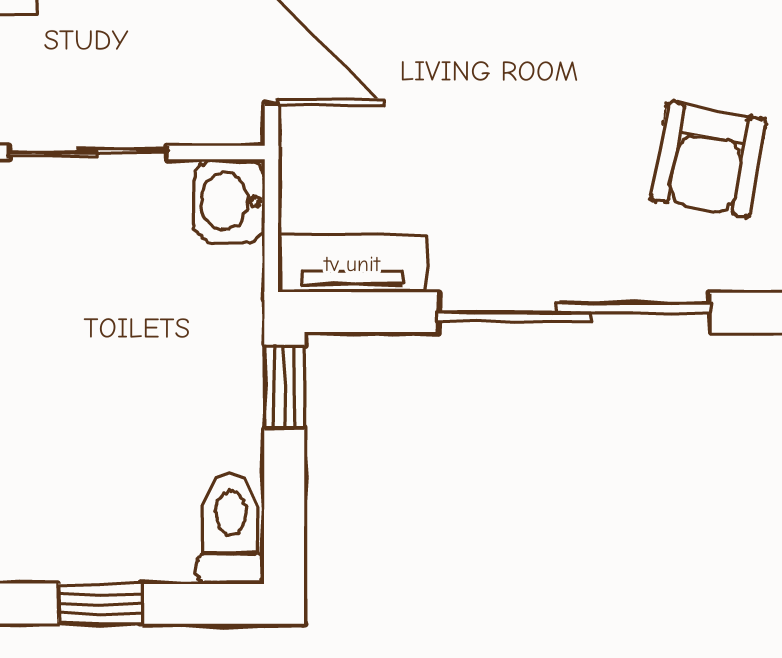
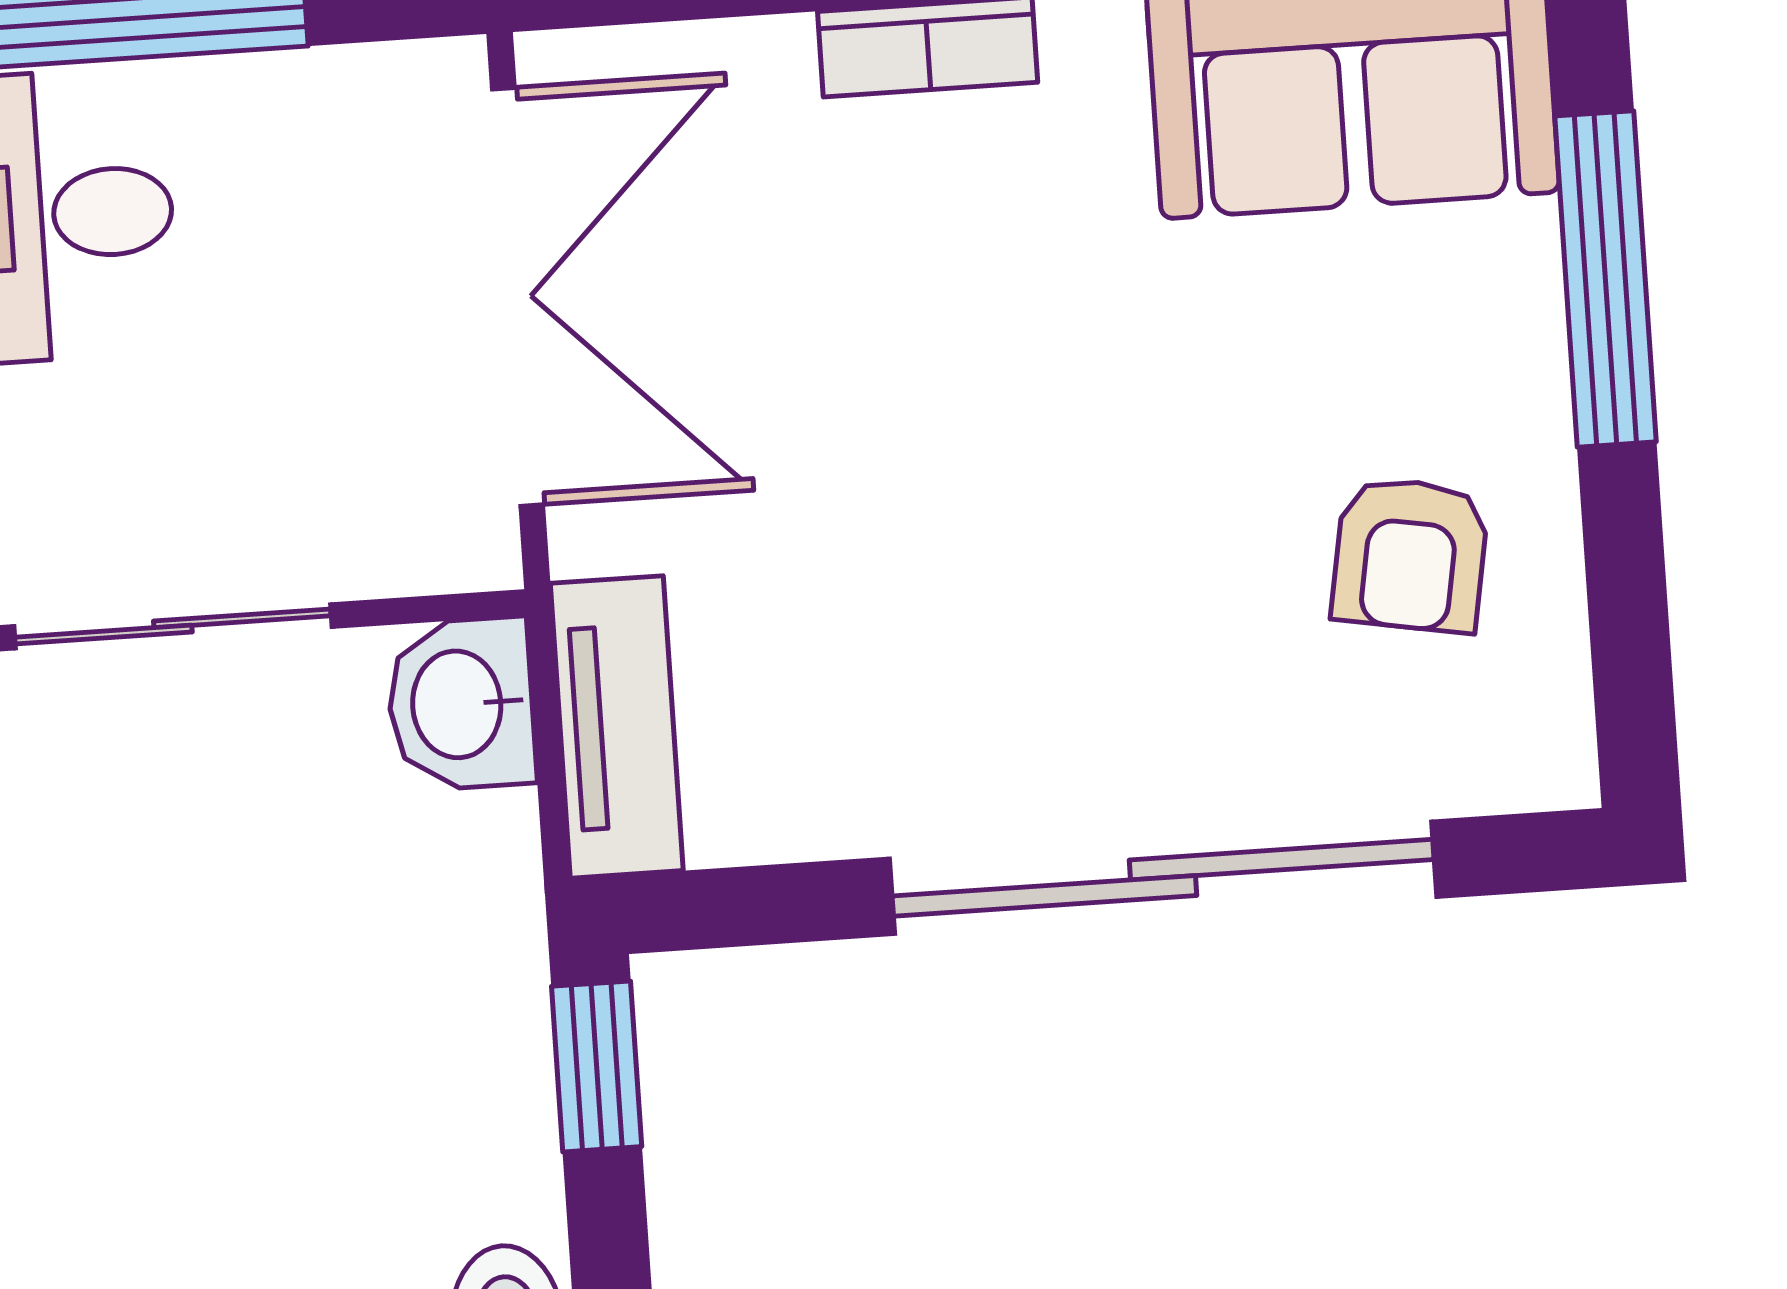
armchair: (709, 160) -> (1410, 555), width x0.72, depth x0.72
tv unit: (352, 264) -> (617, 727), moved, turned 90

